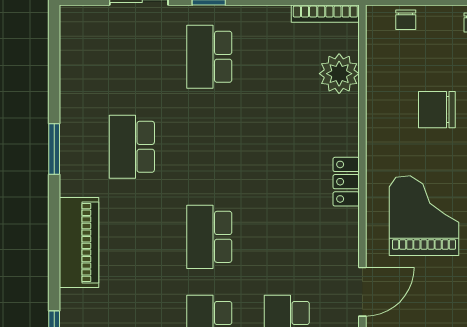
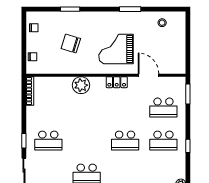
plant: (339, 74) -> (81, 85), moved
chair: (437, 110) -> (71, 44), turned 107
locker: (346, 182) -> (117, 82), moved

